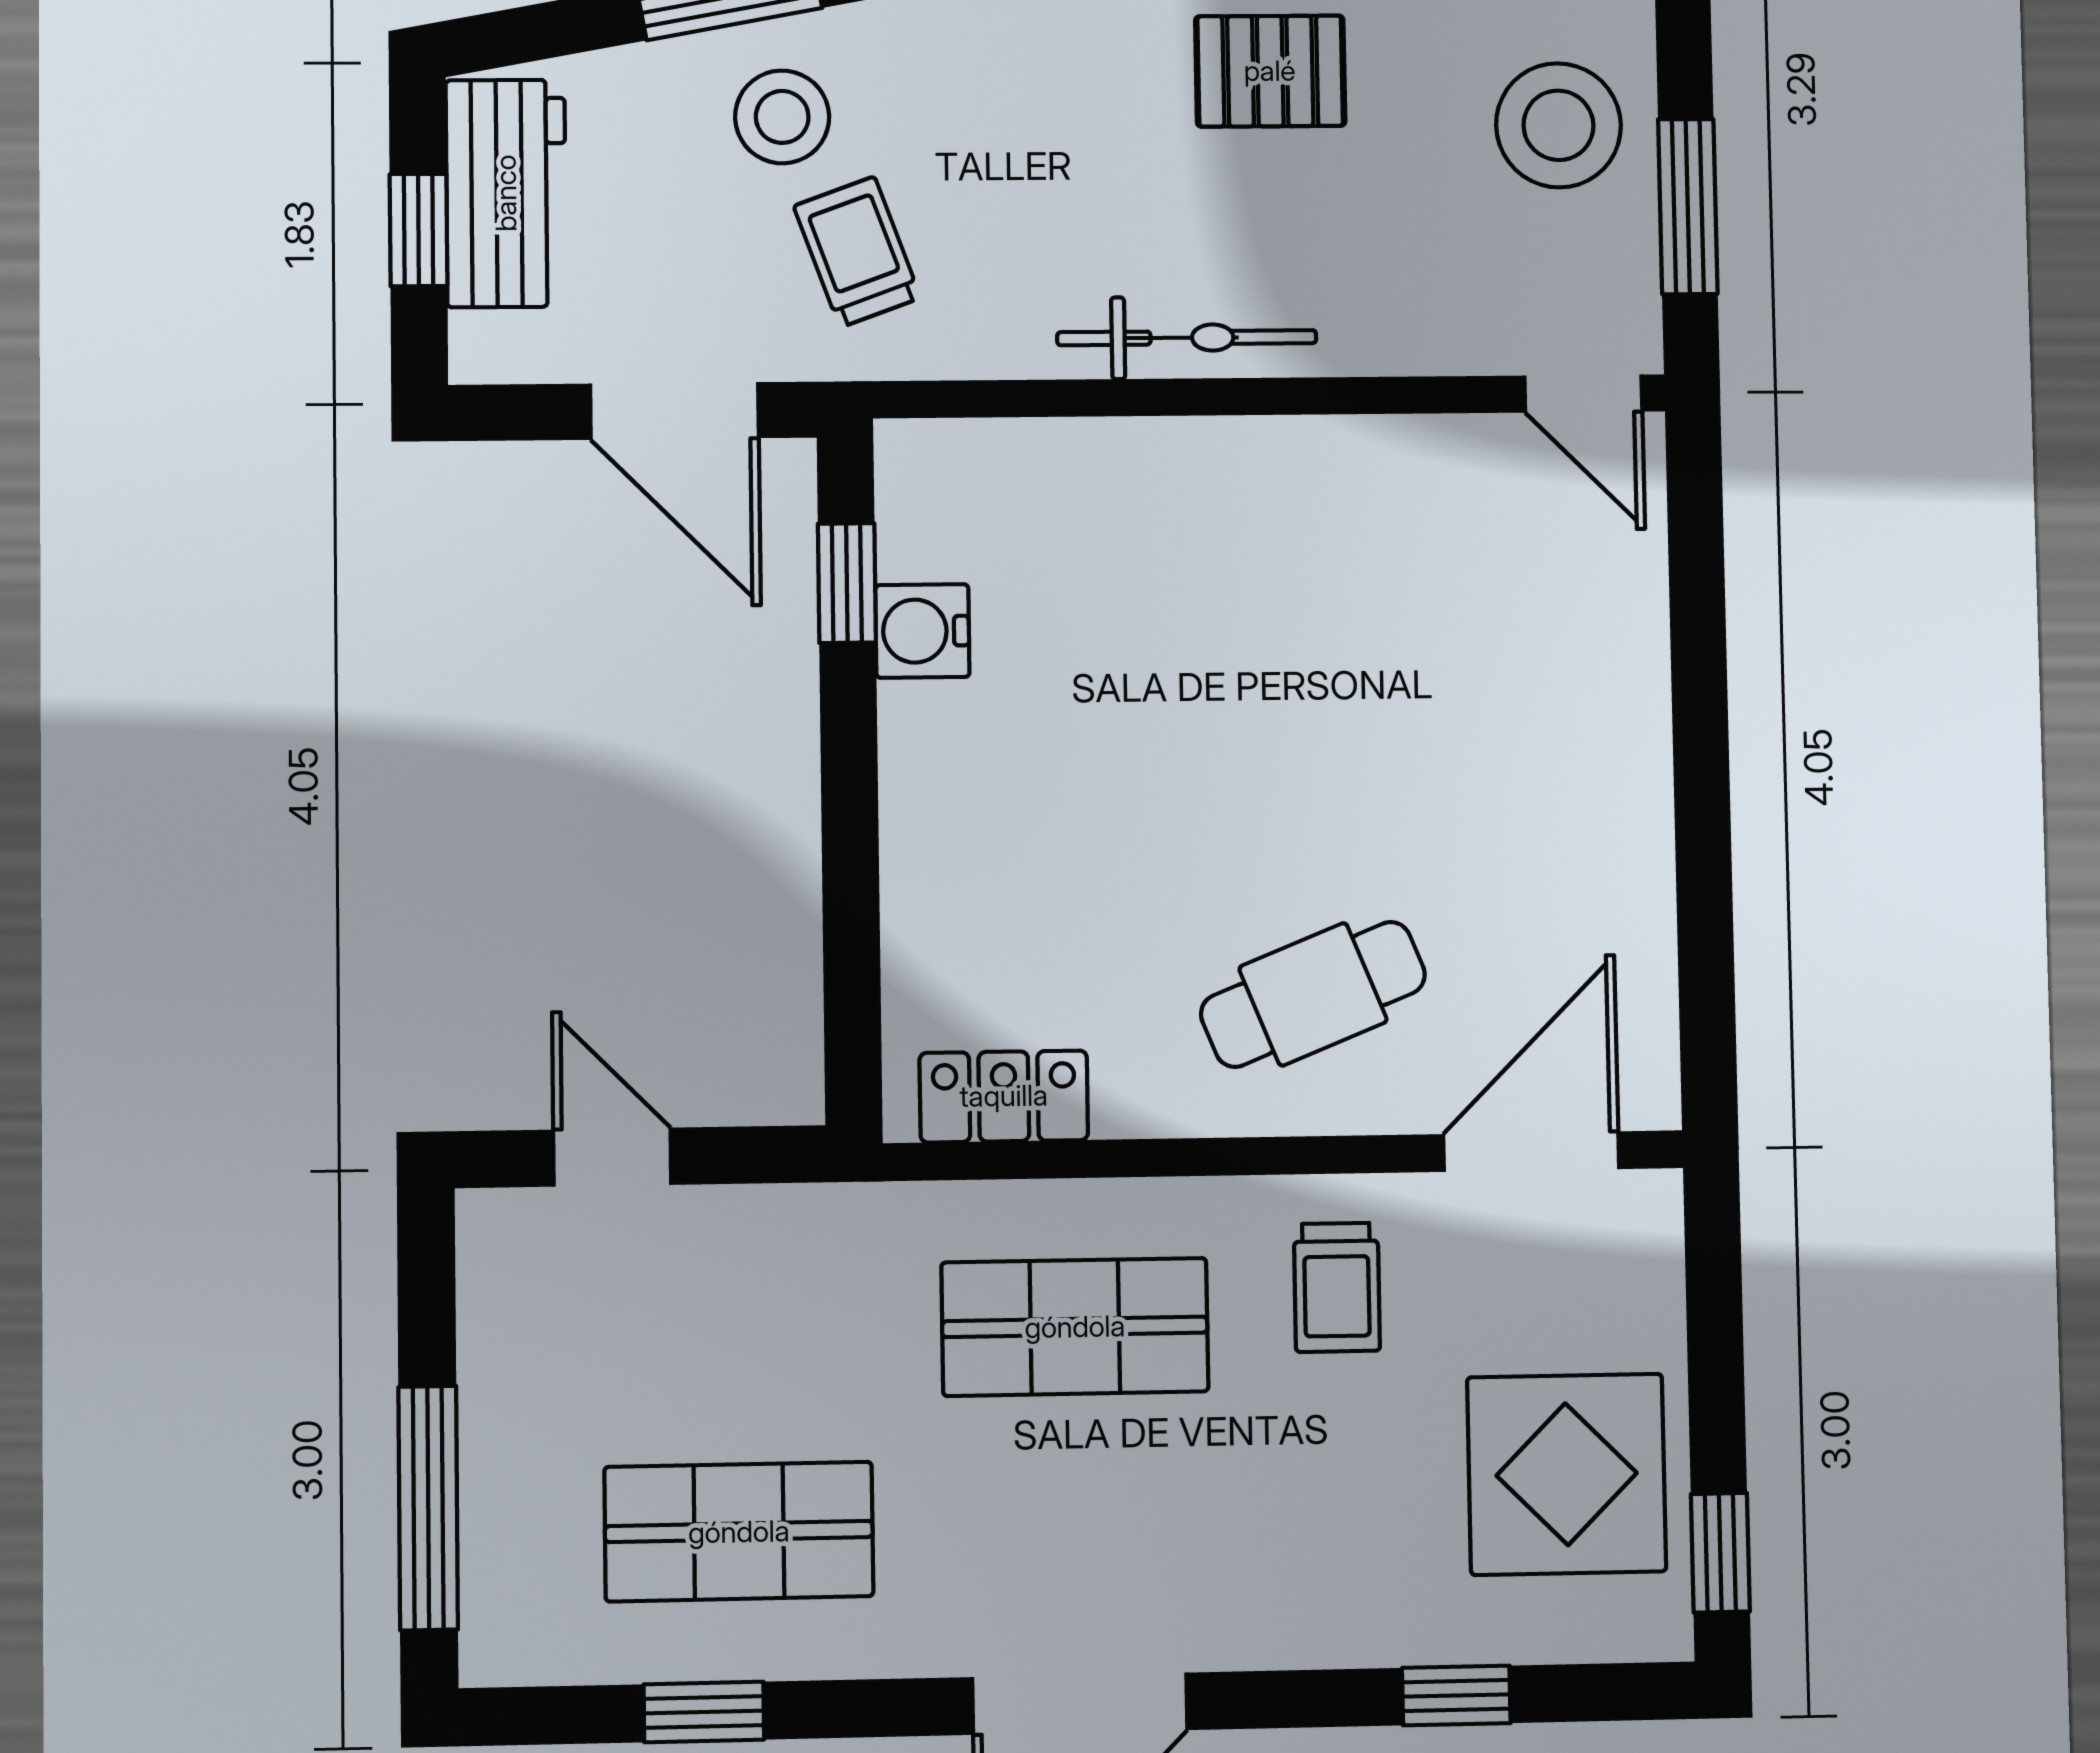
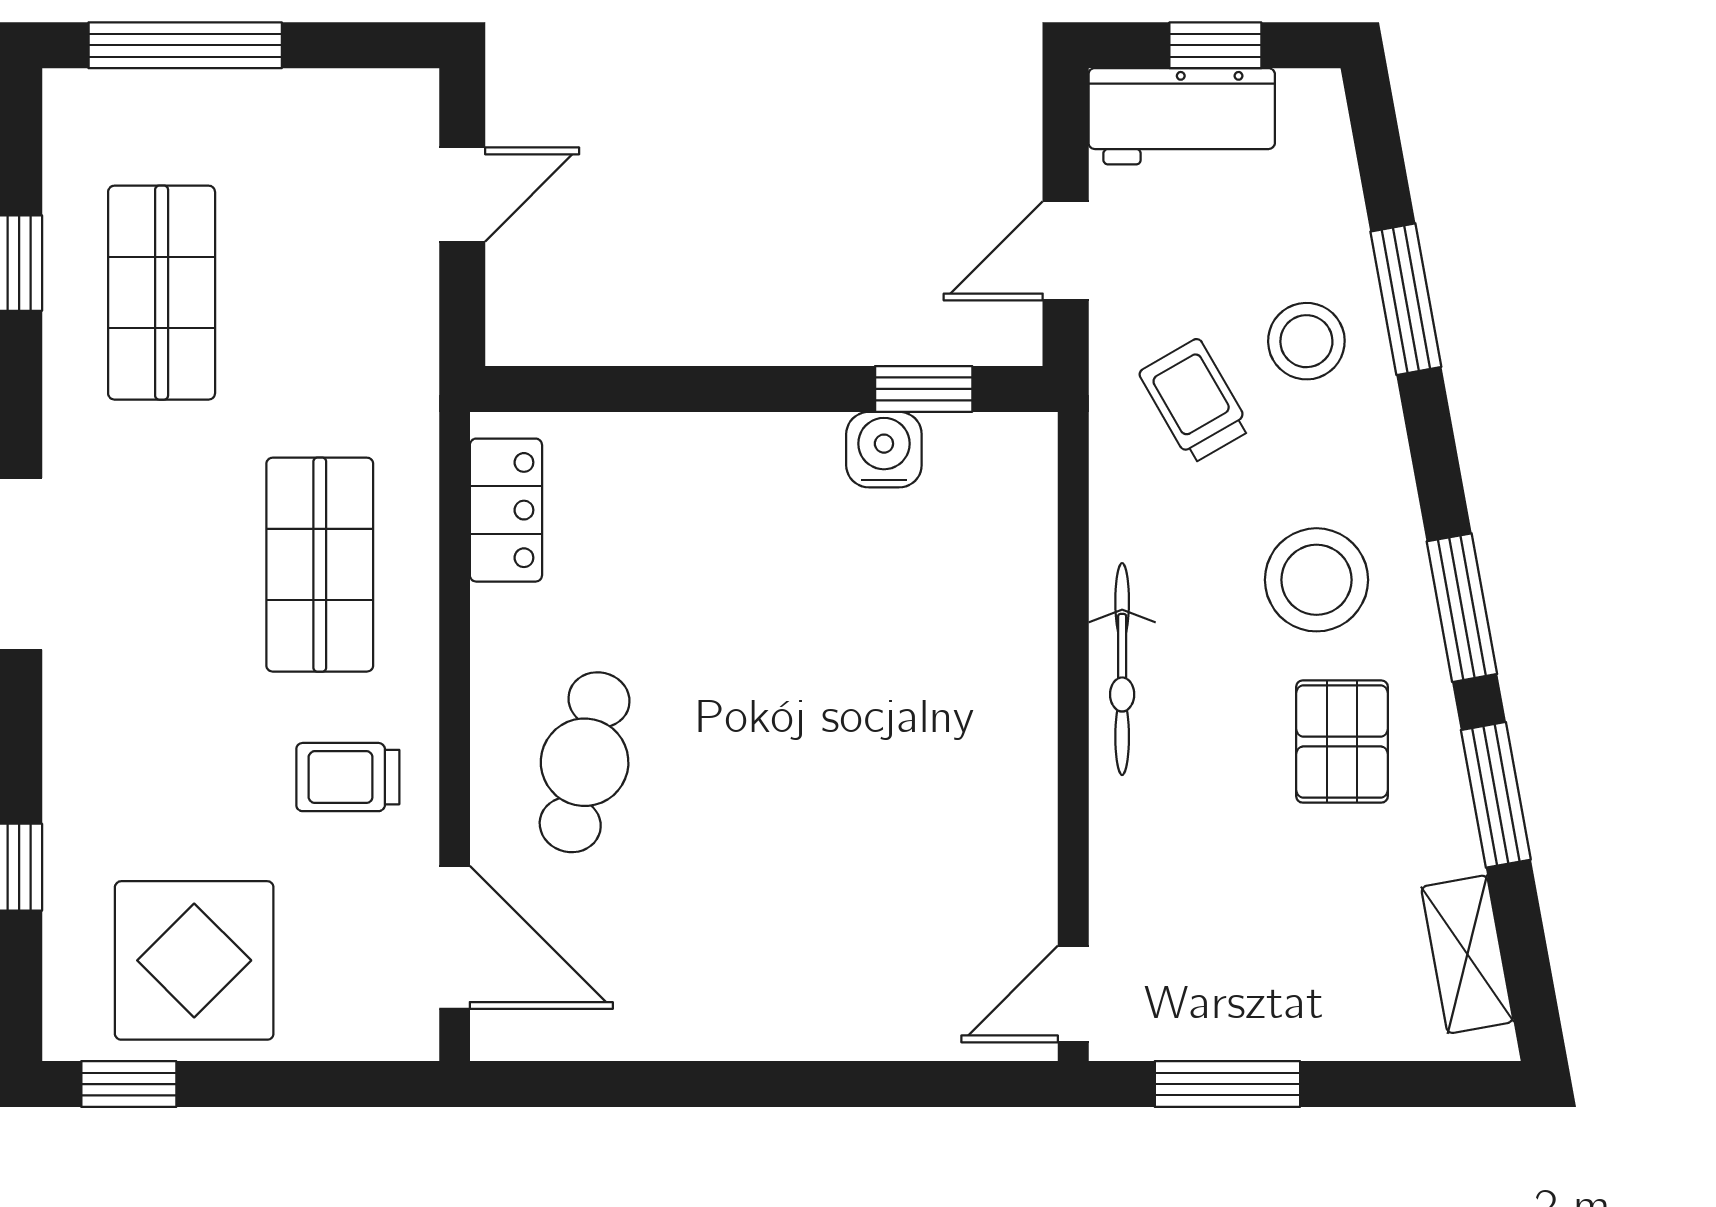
stool: (1558, 125) -> (1316, 580), moved
workbench: (506, 193) -> (1182, 116), moved
trolley: (857, 252) -> (1195, 401), turned -100
door: (675, 411) -> (1066, 251), width x0.73
cafe table: (1313, 994) -> (585, 762), turned 35

